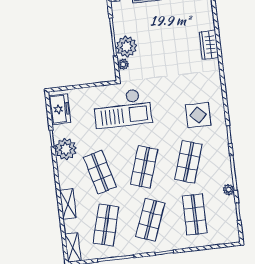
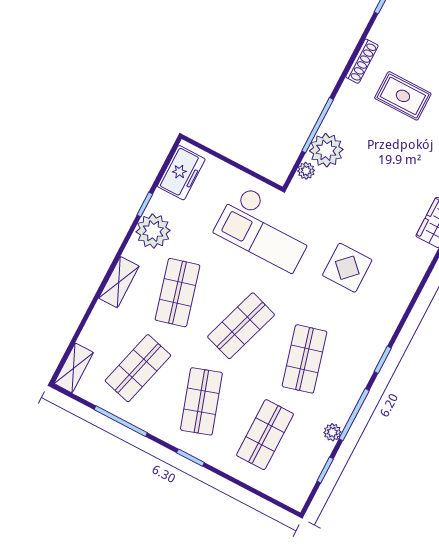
display table: (198, 115) -> (347, 268), moved
shop shelf: (188, 162) -> (305, 359), turned -33
shelving: (68, 204) -> (119, 282), moved
shop shelf: (150, 220) -> (201, 401), turned -39

